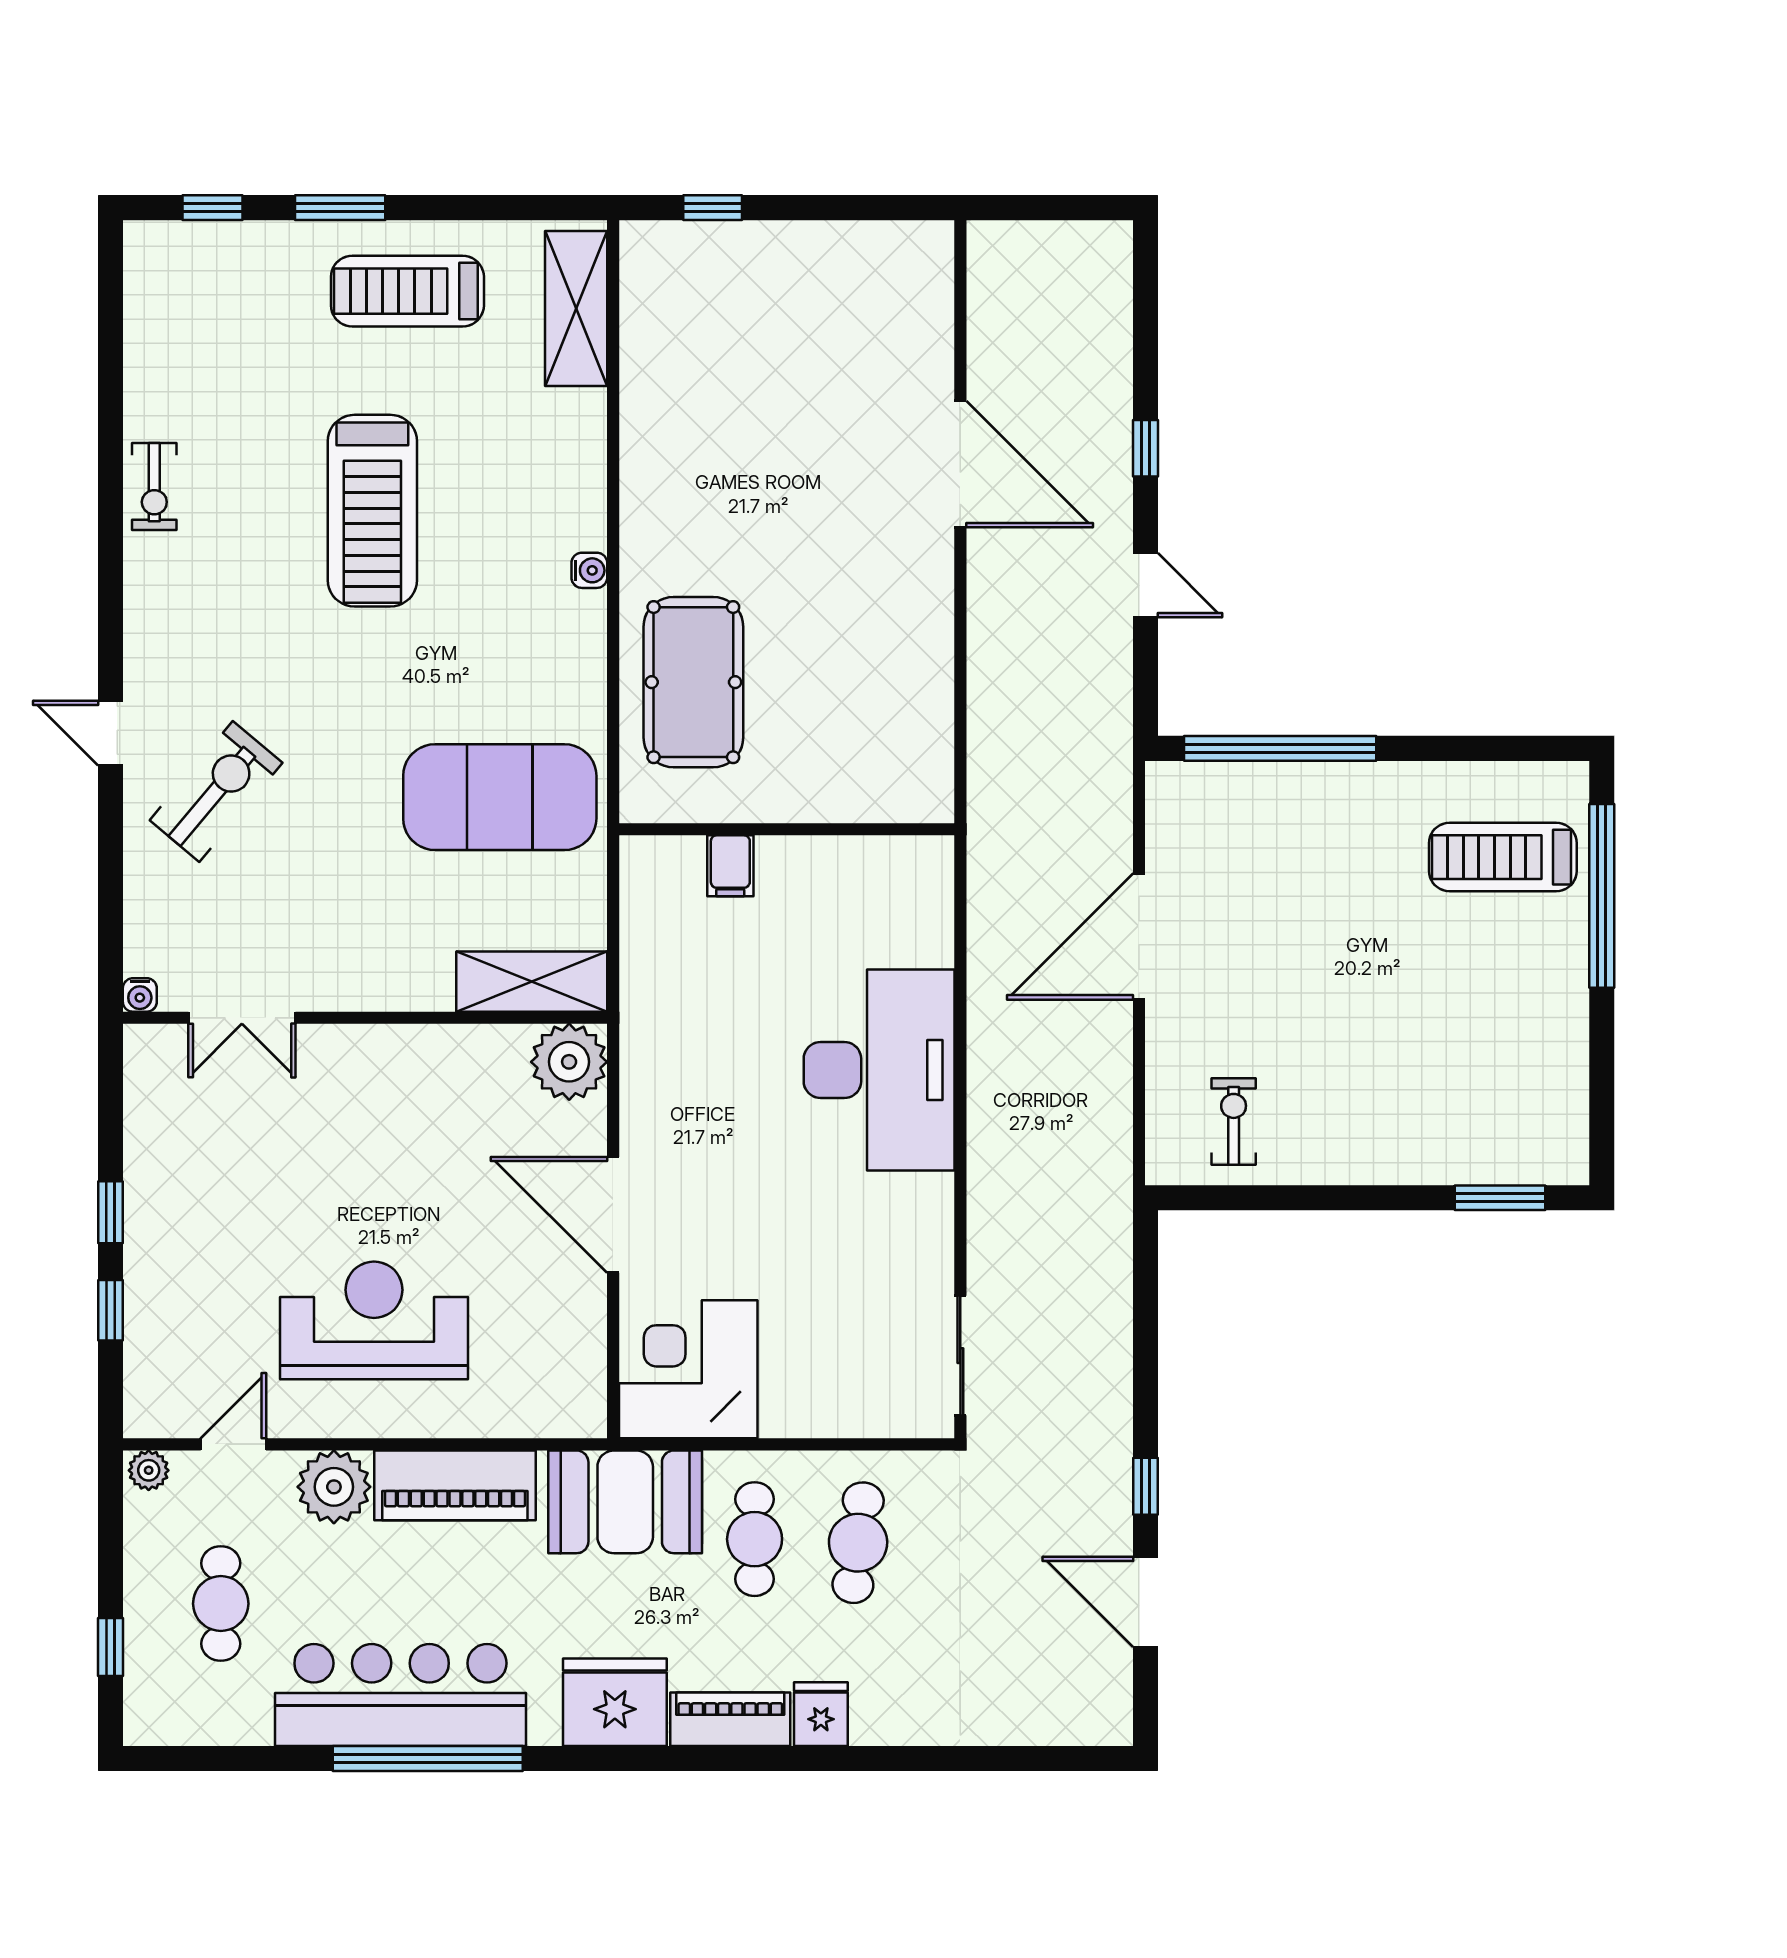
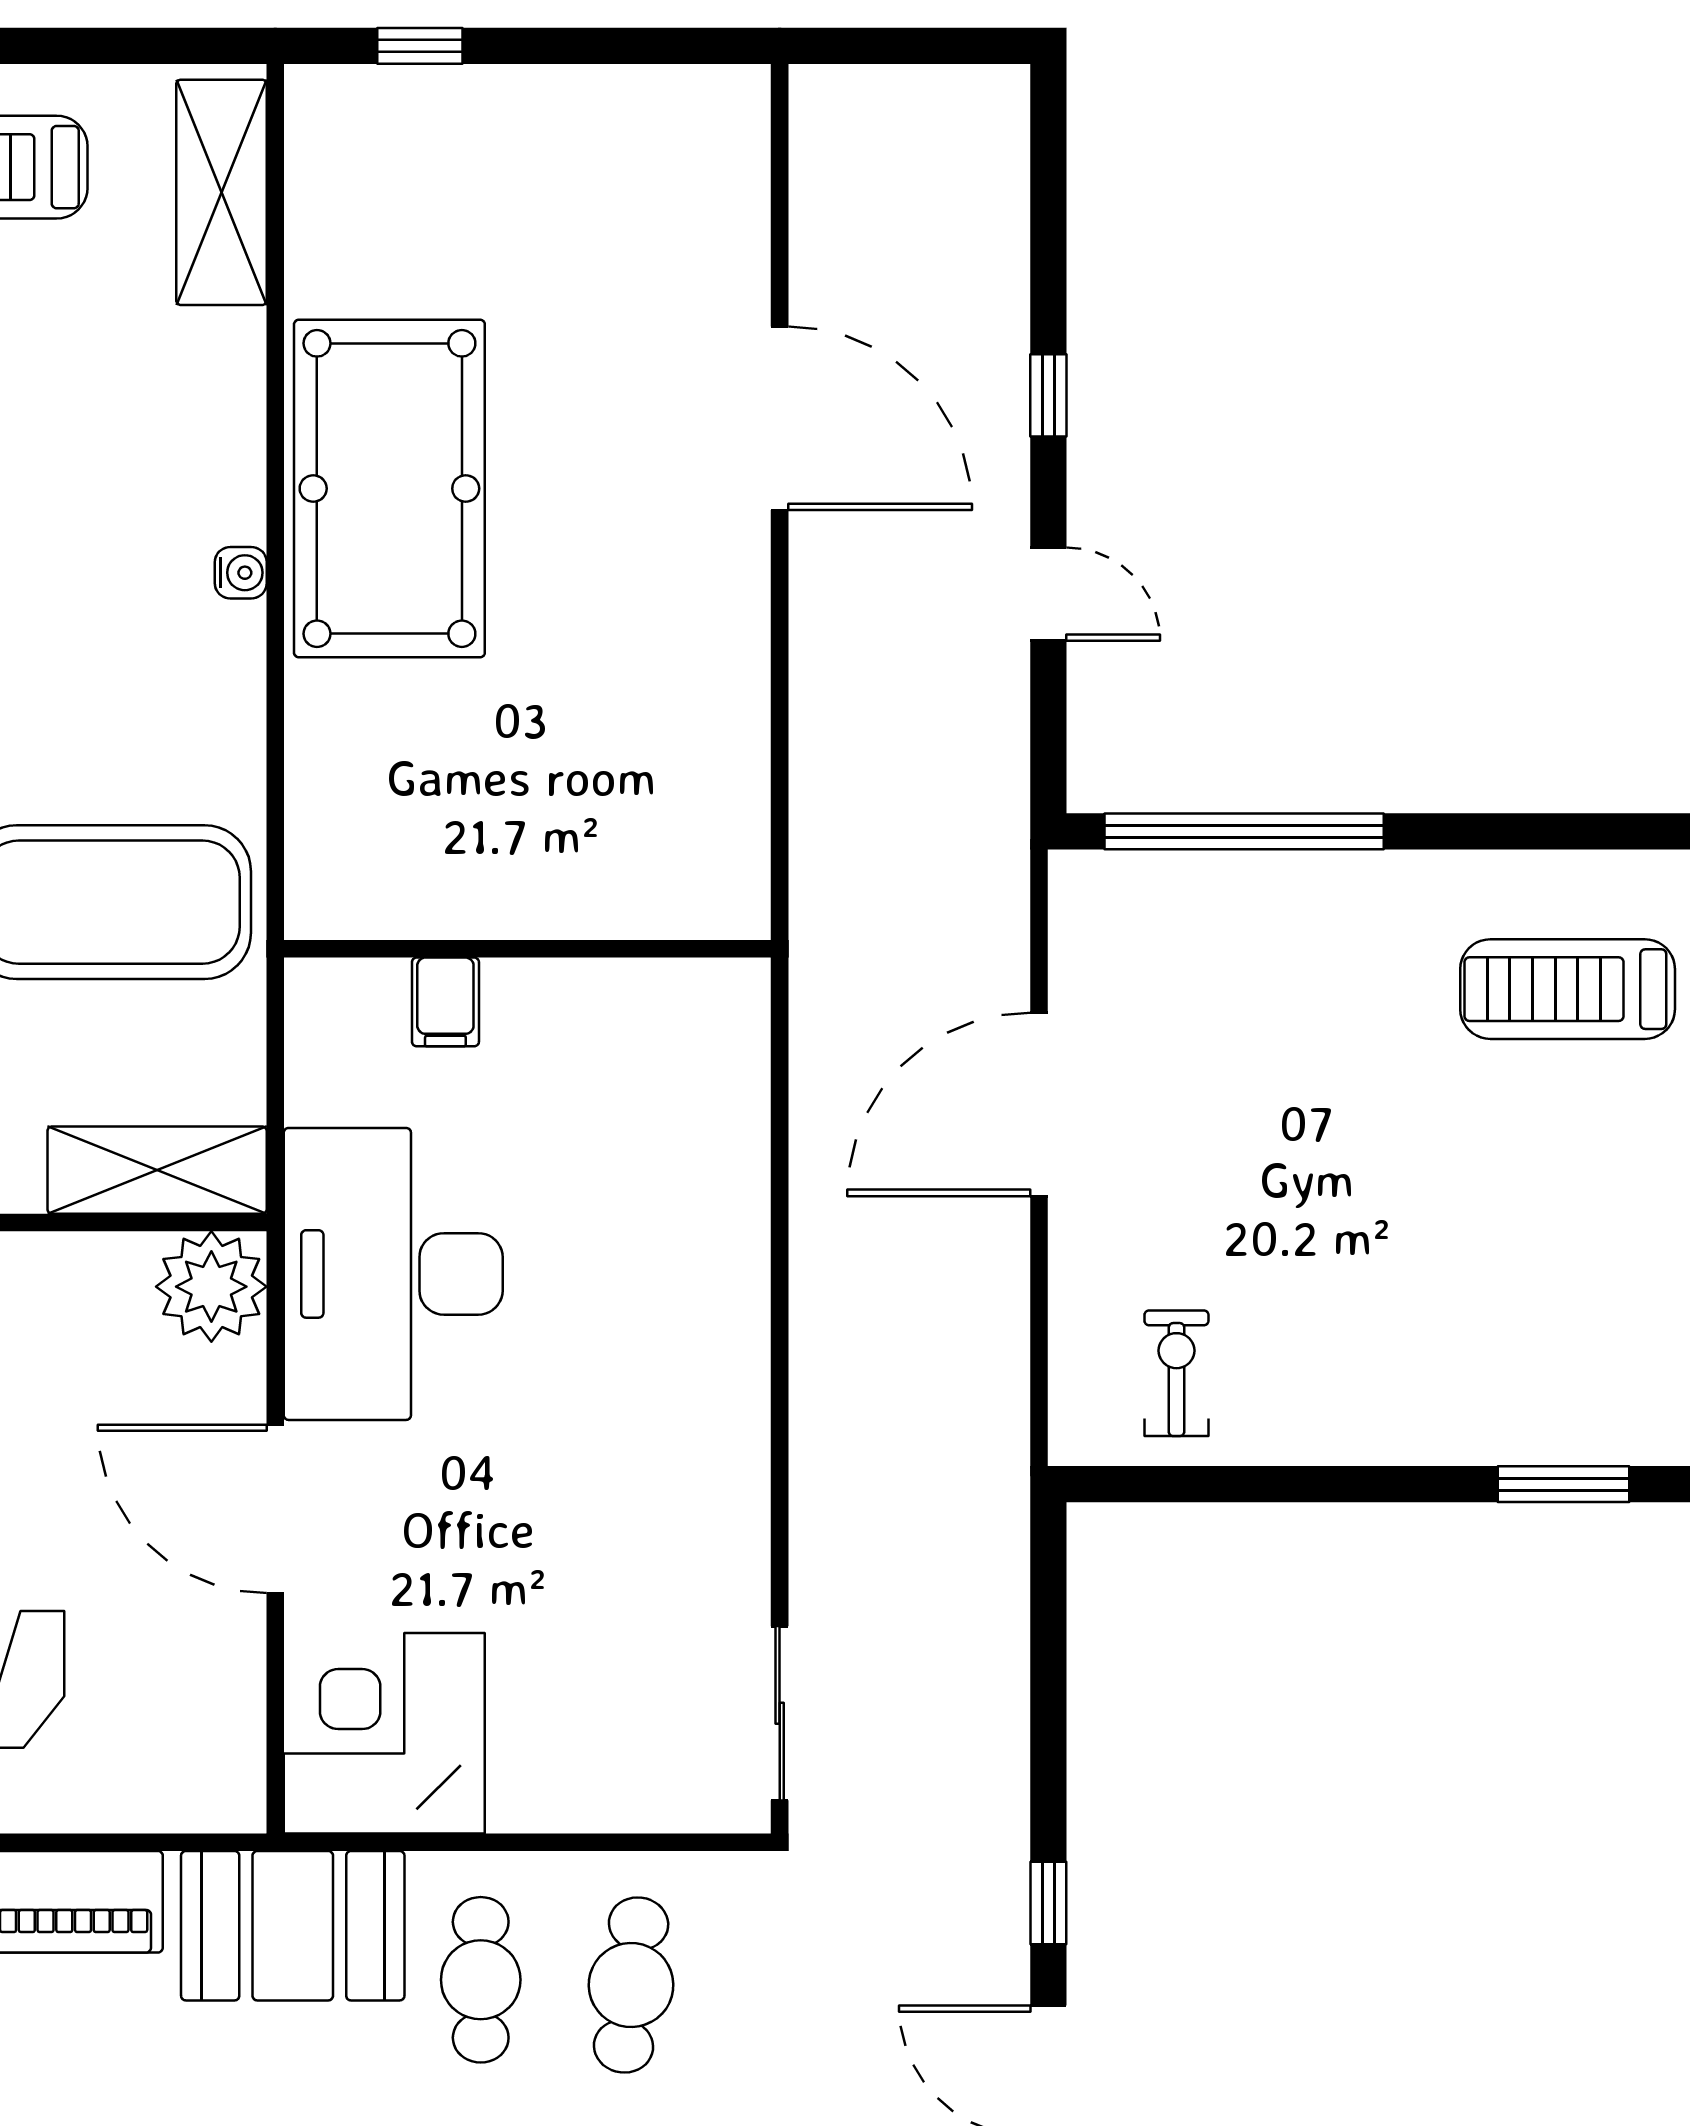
pool table: (693, 682) -> (389, 489), moved, width x1.36, depth x1.32
desk: (879, 1070) -> (393, 1274), moved, turned 180

